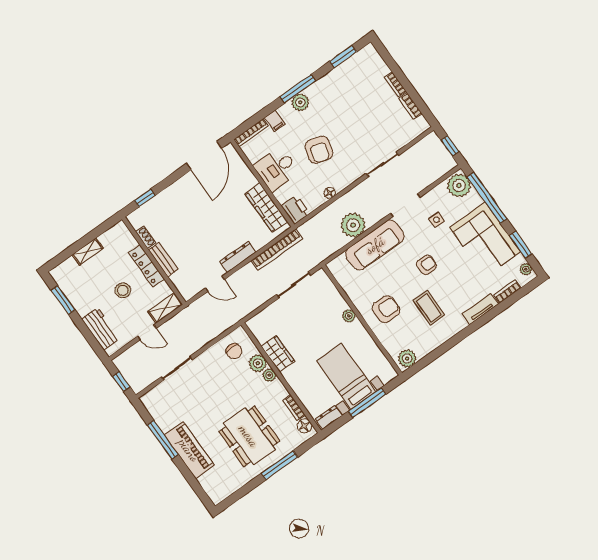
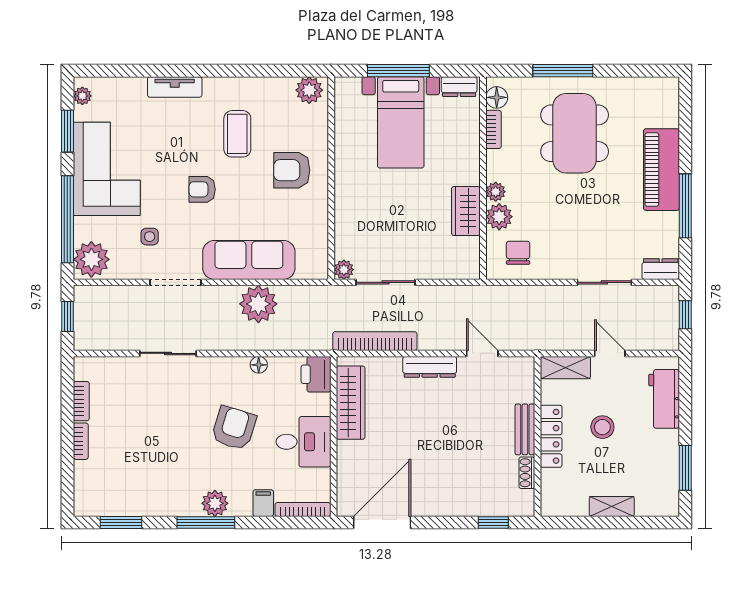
bookcase: (507, 291) -> (125, 85), removed
plant: (349, 316) -> (344, 270), moved
dresser: (152, 397) -> (661, 269), added

